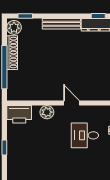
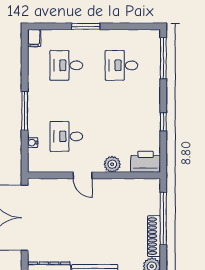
desk: (85, 135) -> (66, 136), turned 180

